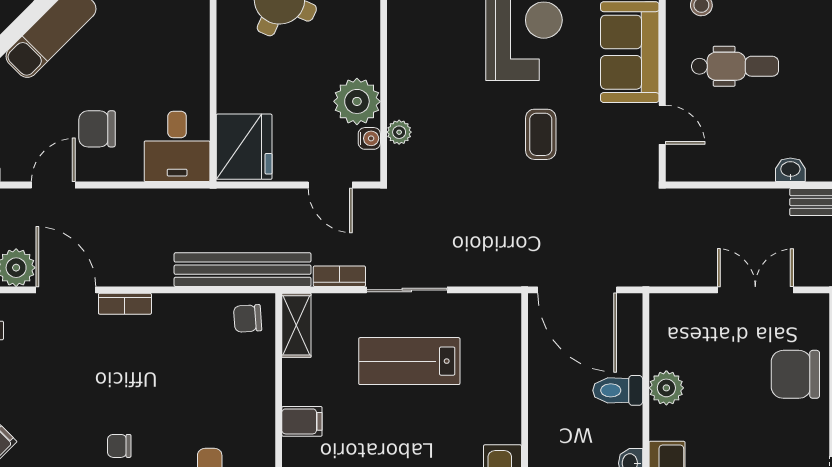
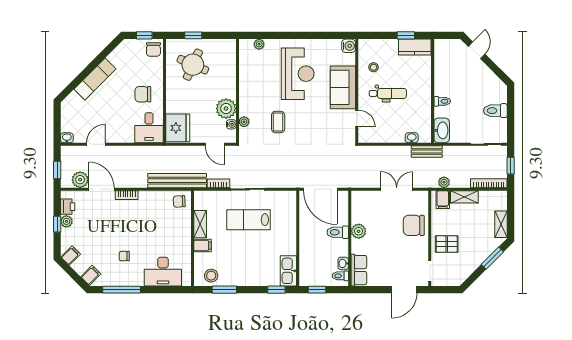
chair: (97, 129) -> (143, 94), moved
coffee table: (541, 134) -> (278, 122), moved
shelving: (296, 325) -> (200, 224), moved

